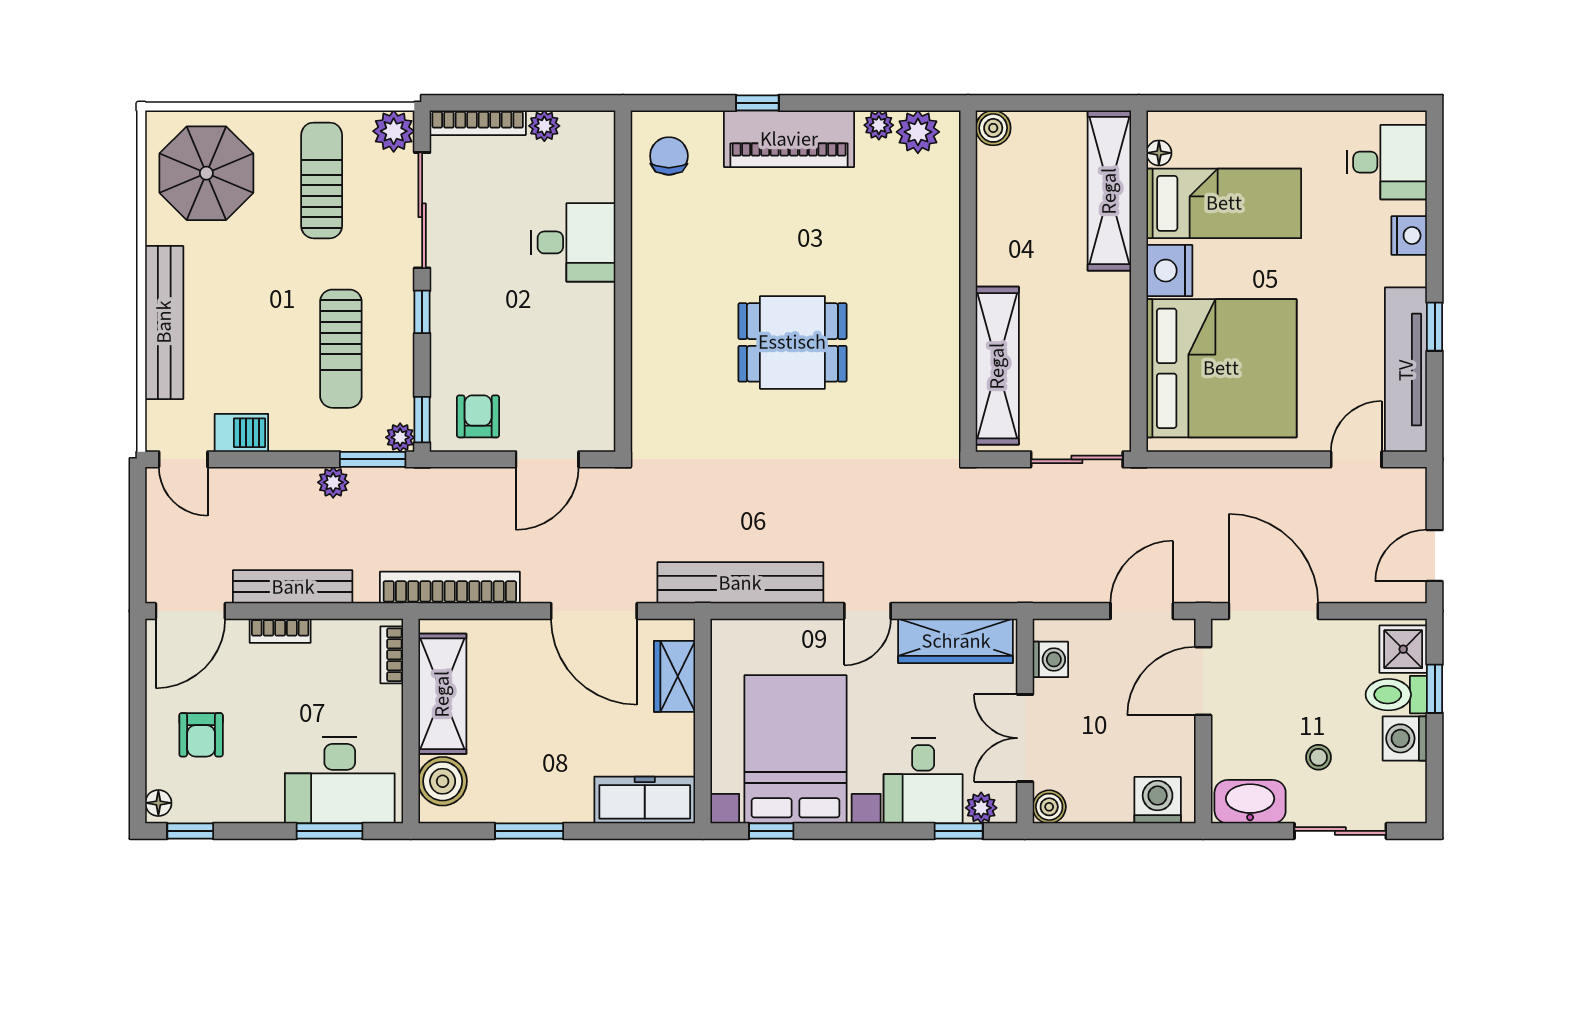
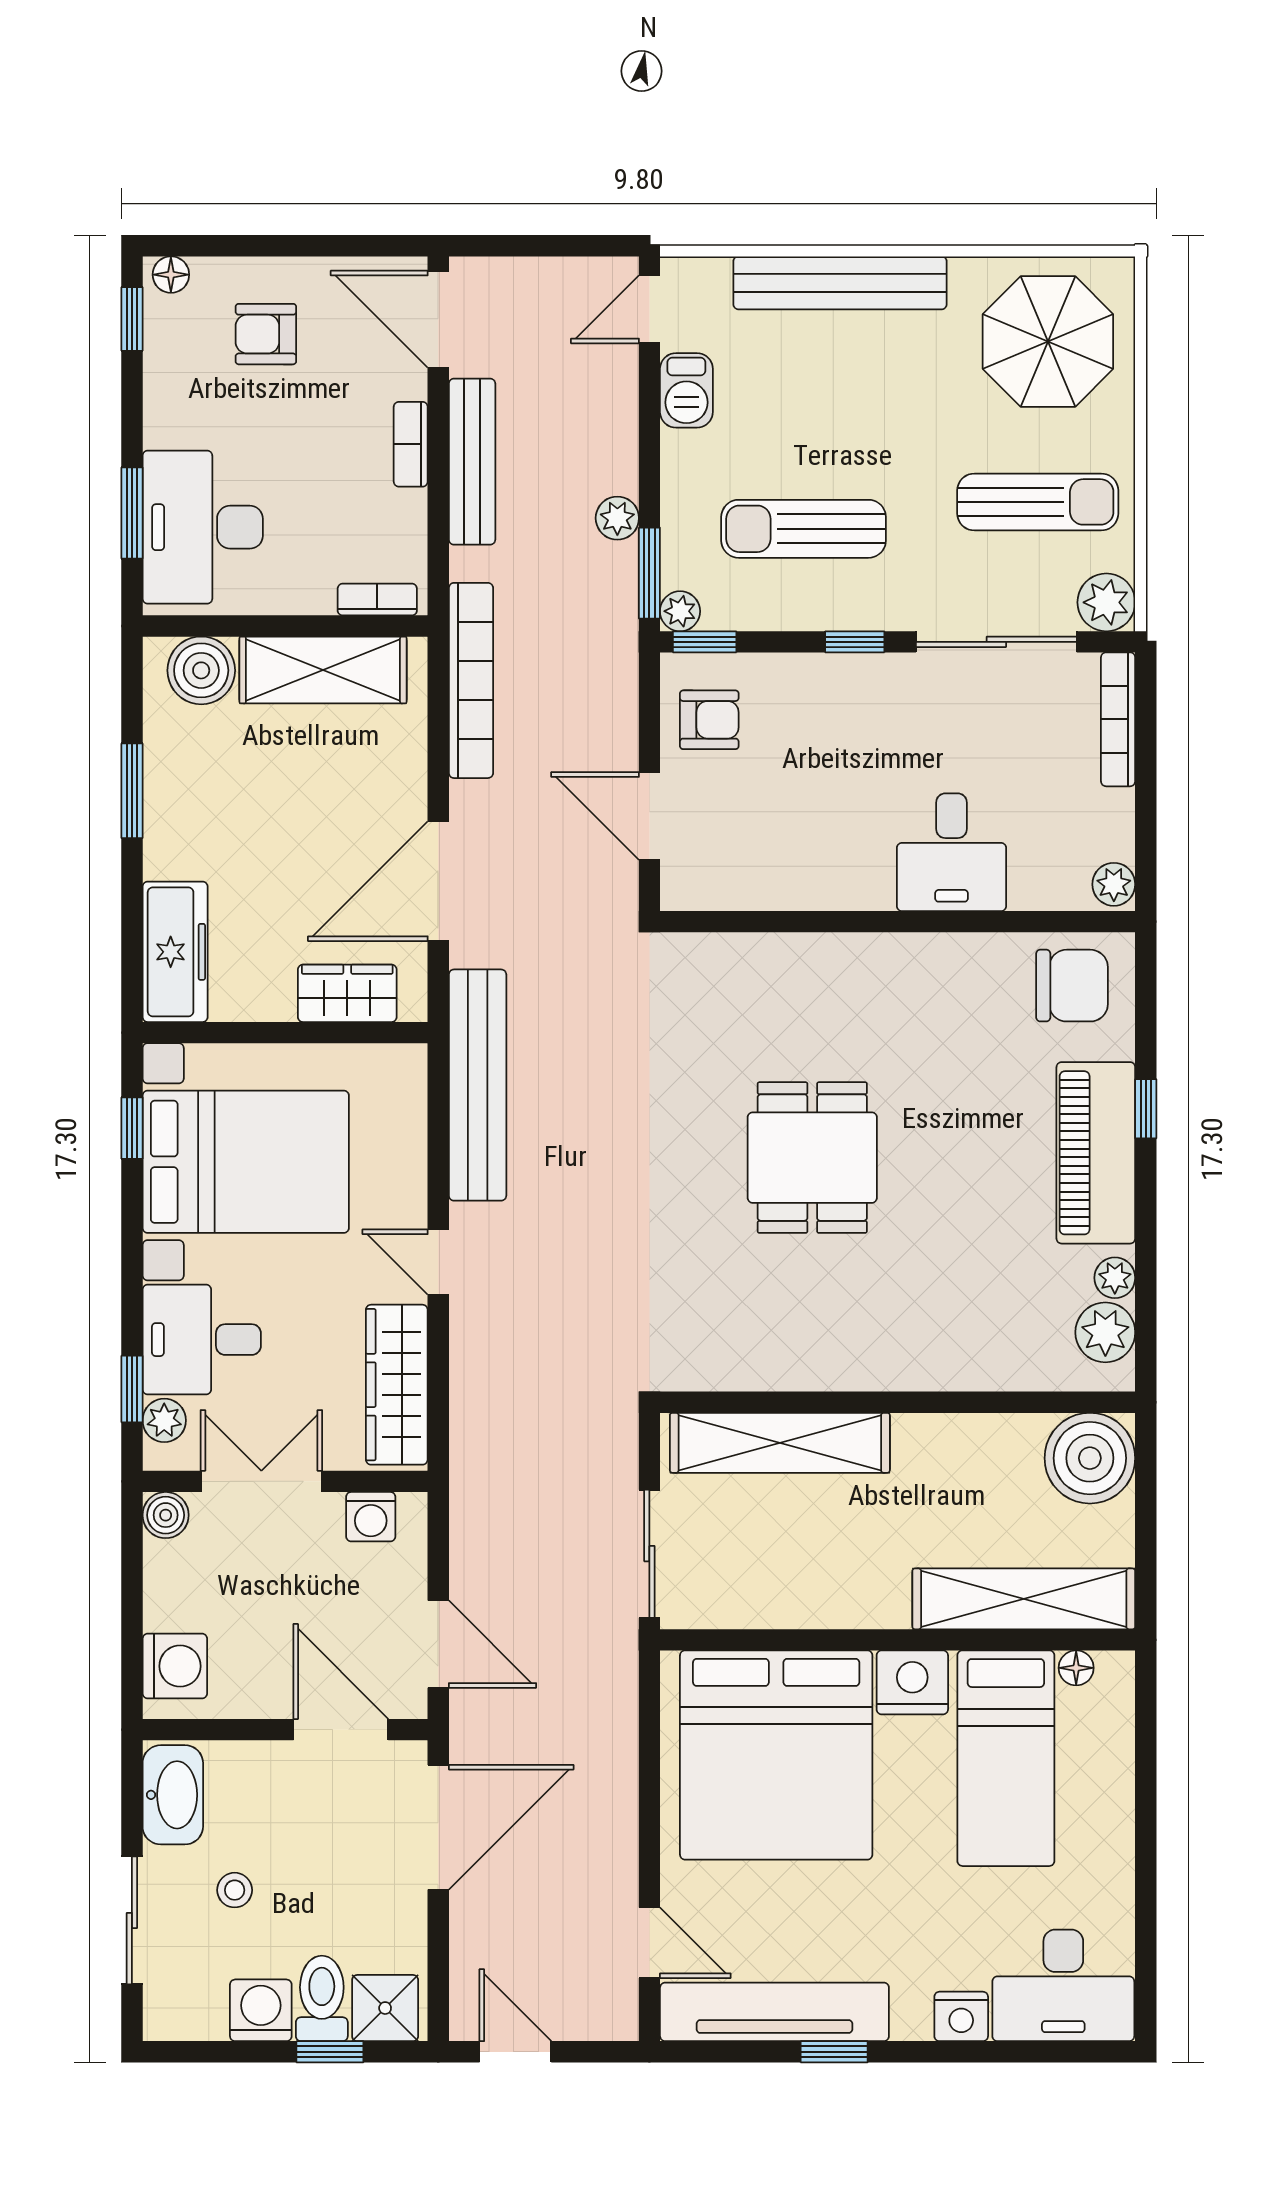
plant: (544, 126) -> (1114, 884), moved
boiler: (993, 128) -> (1090, 1458), width x1.86, depth x1.86
chair: (669, 156) -> (1072, 986), width x1.37, depth x1.37
desk: (1387, 162) -> (1063, 1985), width x1.37

